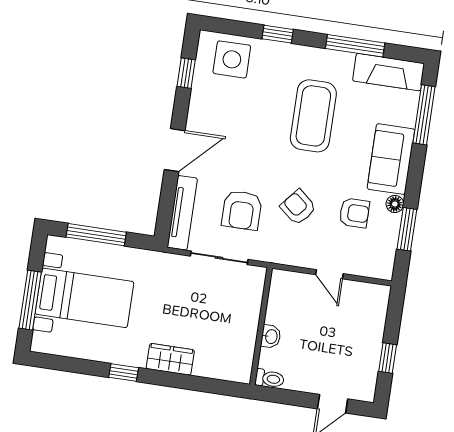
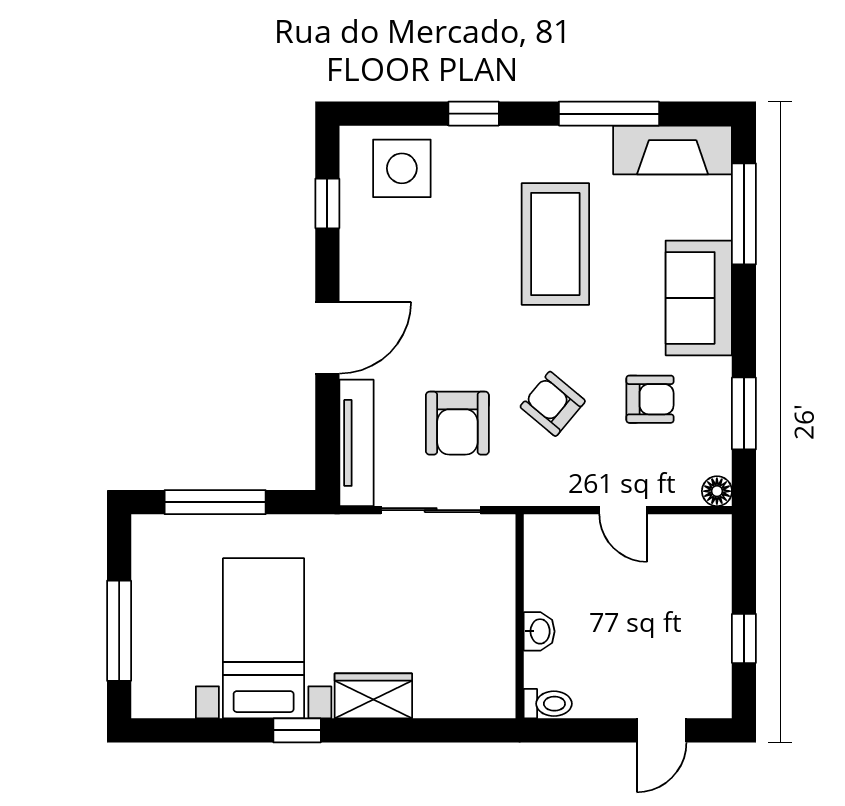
floor lamp: (395, 204) -> (717, 491), moved
bed with nightstands: (84, 298) -> (264, 638), moved, turned -90

